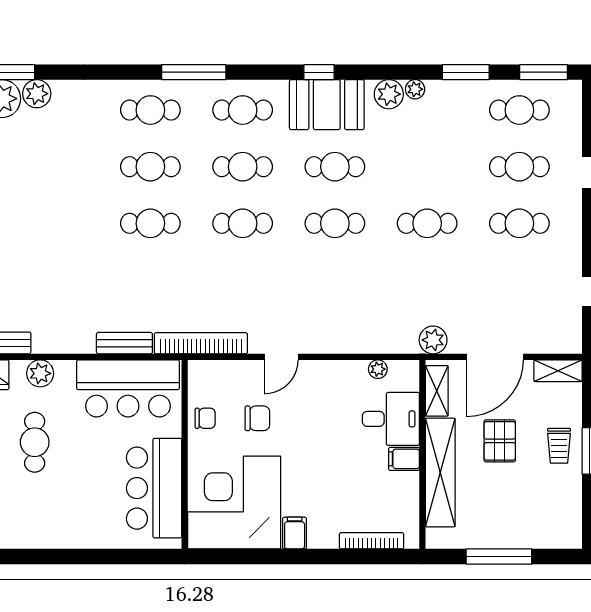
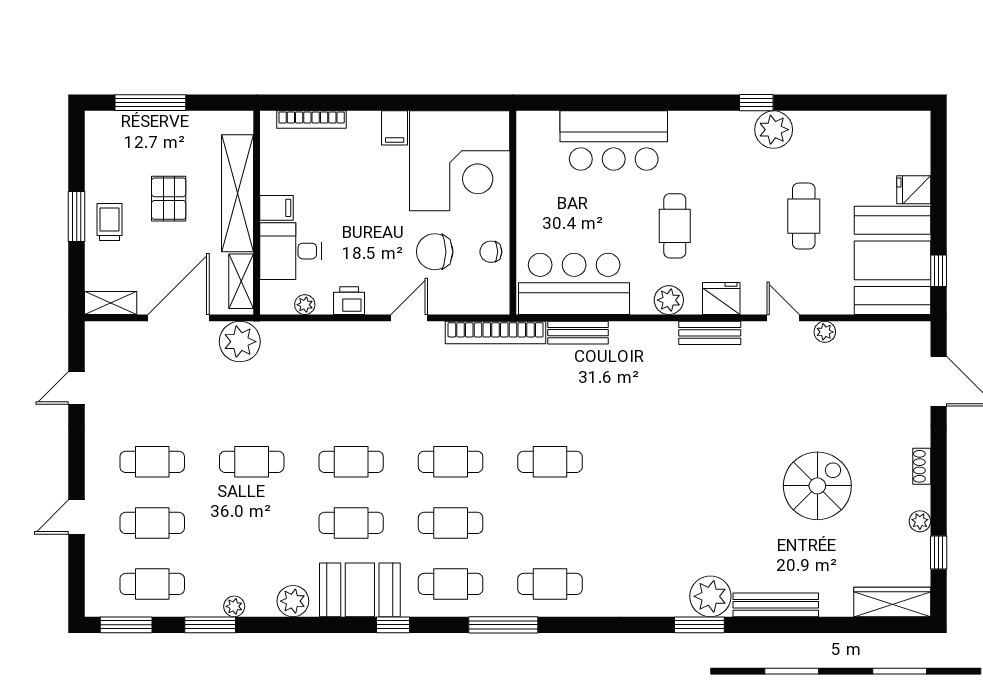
window: (319, 72) -> (393, 625), moved
plant: (415, 89) -> (234, 606), moved
plant: (37, 94) -> (673, 602), removed
cafe table: (150, 167) -> (550, 523), removed
plant: (433, 340) -> (240, 342), width x1.36, depth x1.36
printer: (337, 373) -> (349, 301), added
chair: (257, 418) -> (435, 252), width x1.37, depth x1.37
pallet: (500, 441) -> (169, 199), moved
bar counter: (154, 488) -> (614, 141), moved, turned 90
window: (499, 557) -> (150, 103), moved

